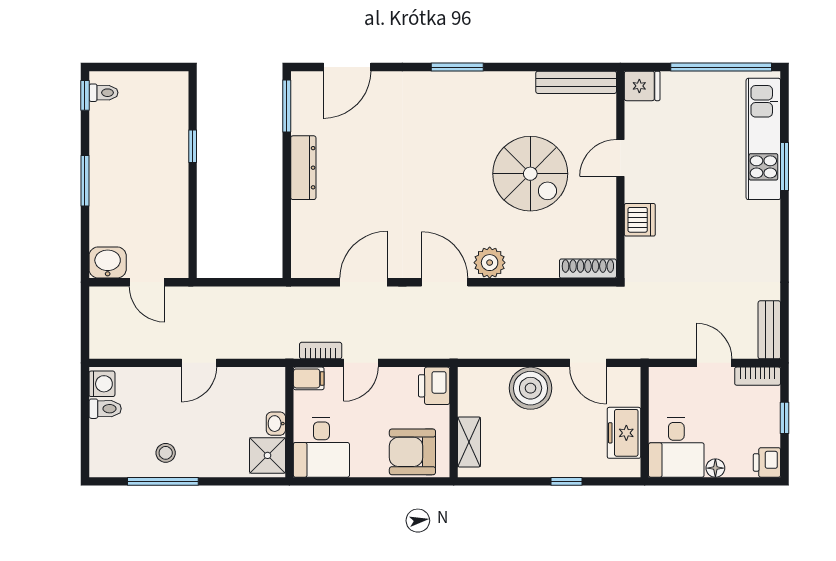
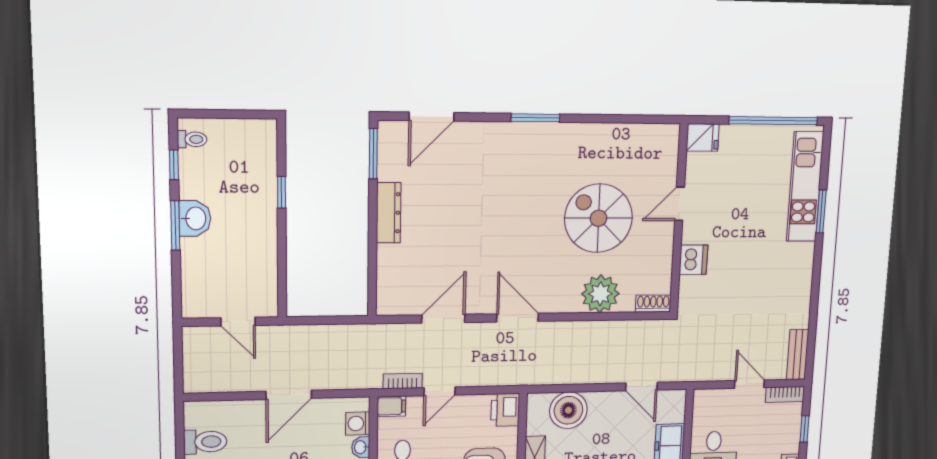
bench: (576, 82) -> (644, 134), removed
window: (85, 95) -> (174, 165), moved
spiral stairs: (530, 174) -> (598, 218), turned 180
washbasin: (108, 262) -> (195, 218), moved, turned 90
plant: (490, 263) -> (600, 294), moved, width x1.36, depth x1.36
shoe rack: (588, 269) -> (653, 304), width x0.70
door: (199, 363) -> (289, 395), width x1.37
washing machine: (102, 384) -> (358, 423), moved, turned 180
boiler: (531, 388) -> (568, 410), moved
toilet: (105, 409) -> (205, 442), width x1.37, depth x1.39

